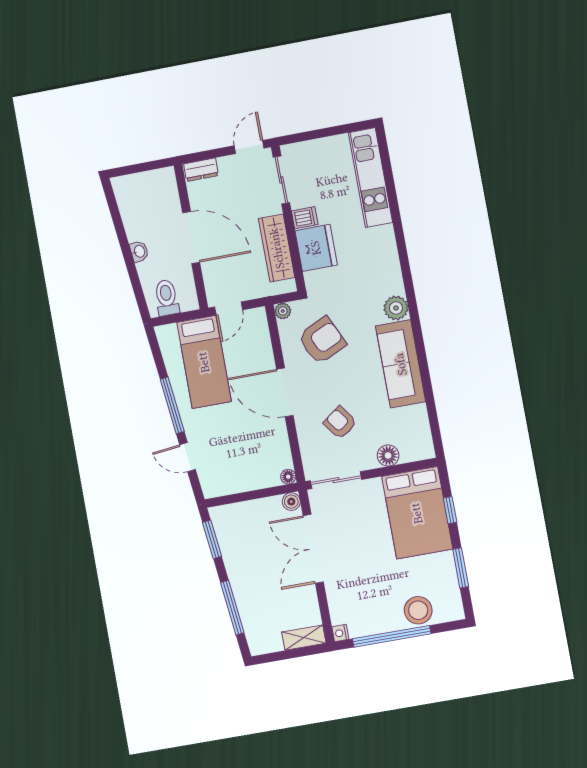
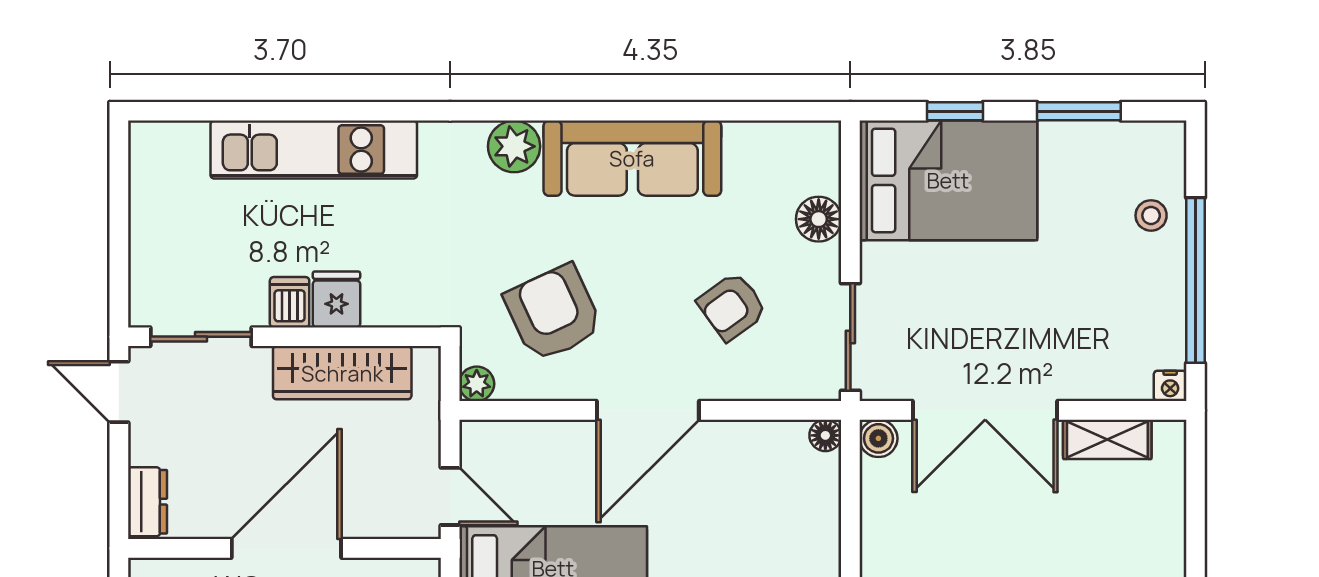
kitchen unit: (370, 177) -> (314, 150), moved
fridge: (316, 248) -> (336, 299), width x0.53, depth x0.75
stool: (418, 610) -> (1151, 215), width x0.53, depth x0.53
shelving: (304, 638) -> (1107, 439), moved, turned 90

